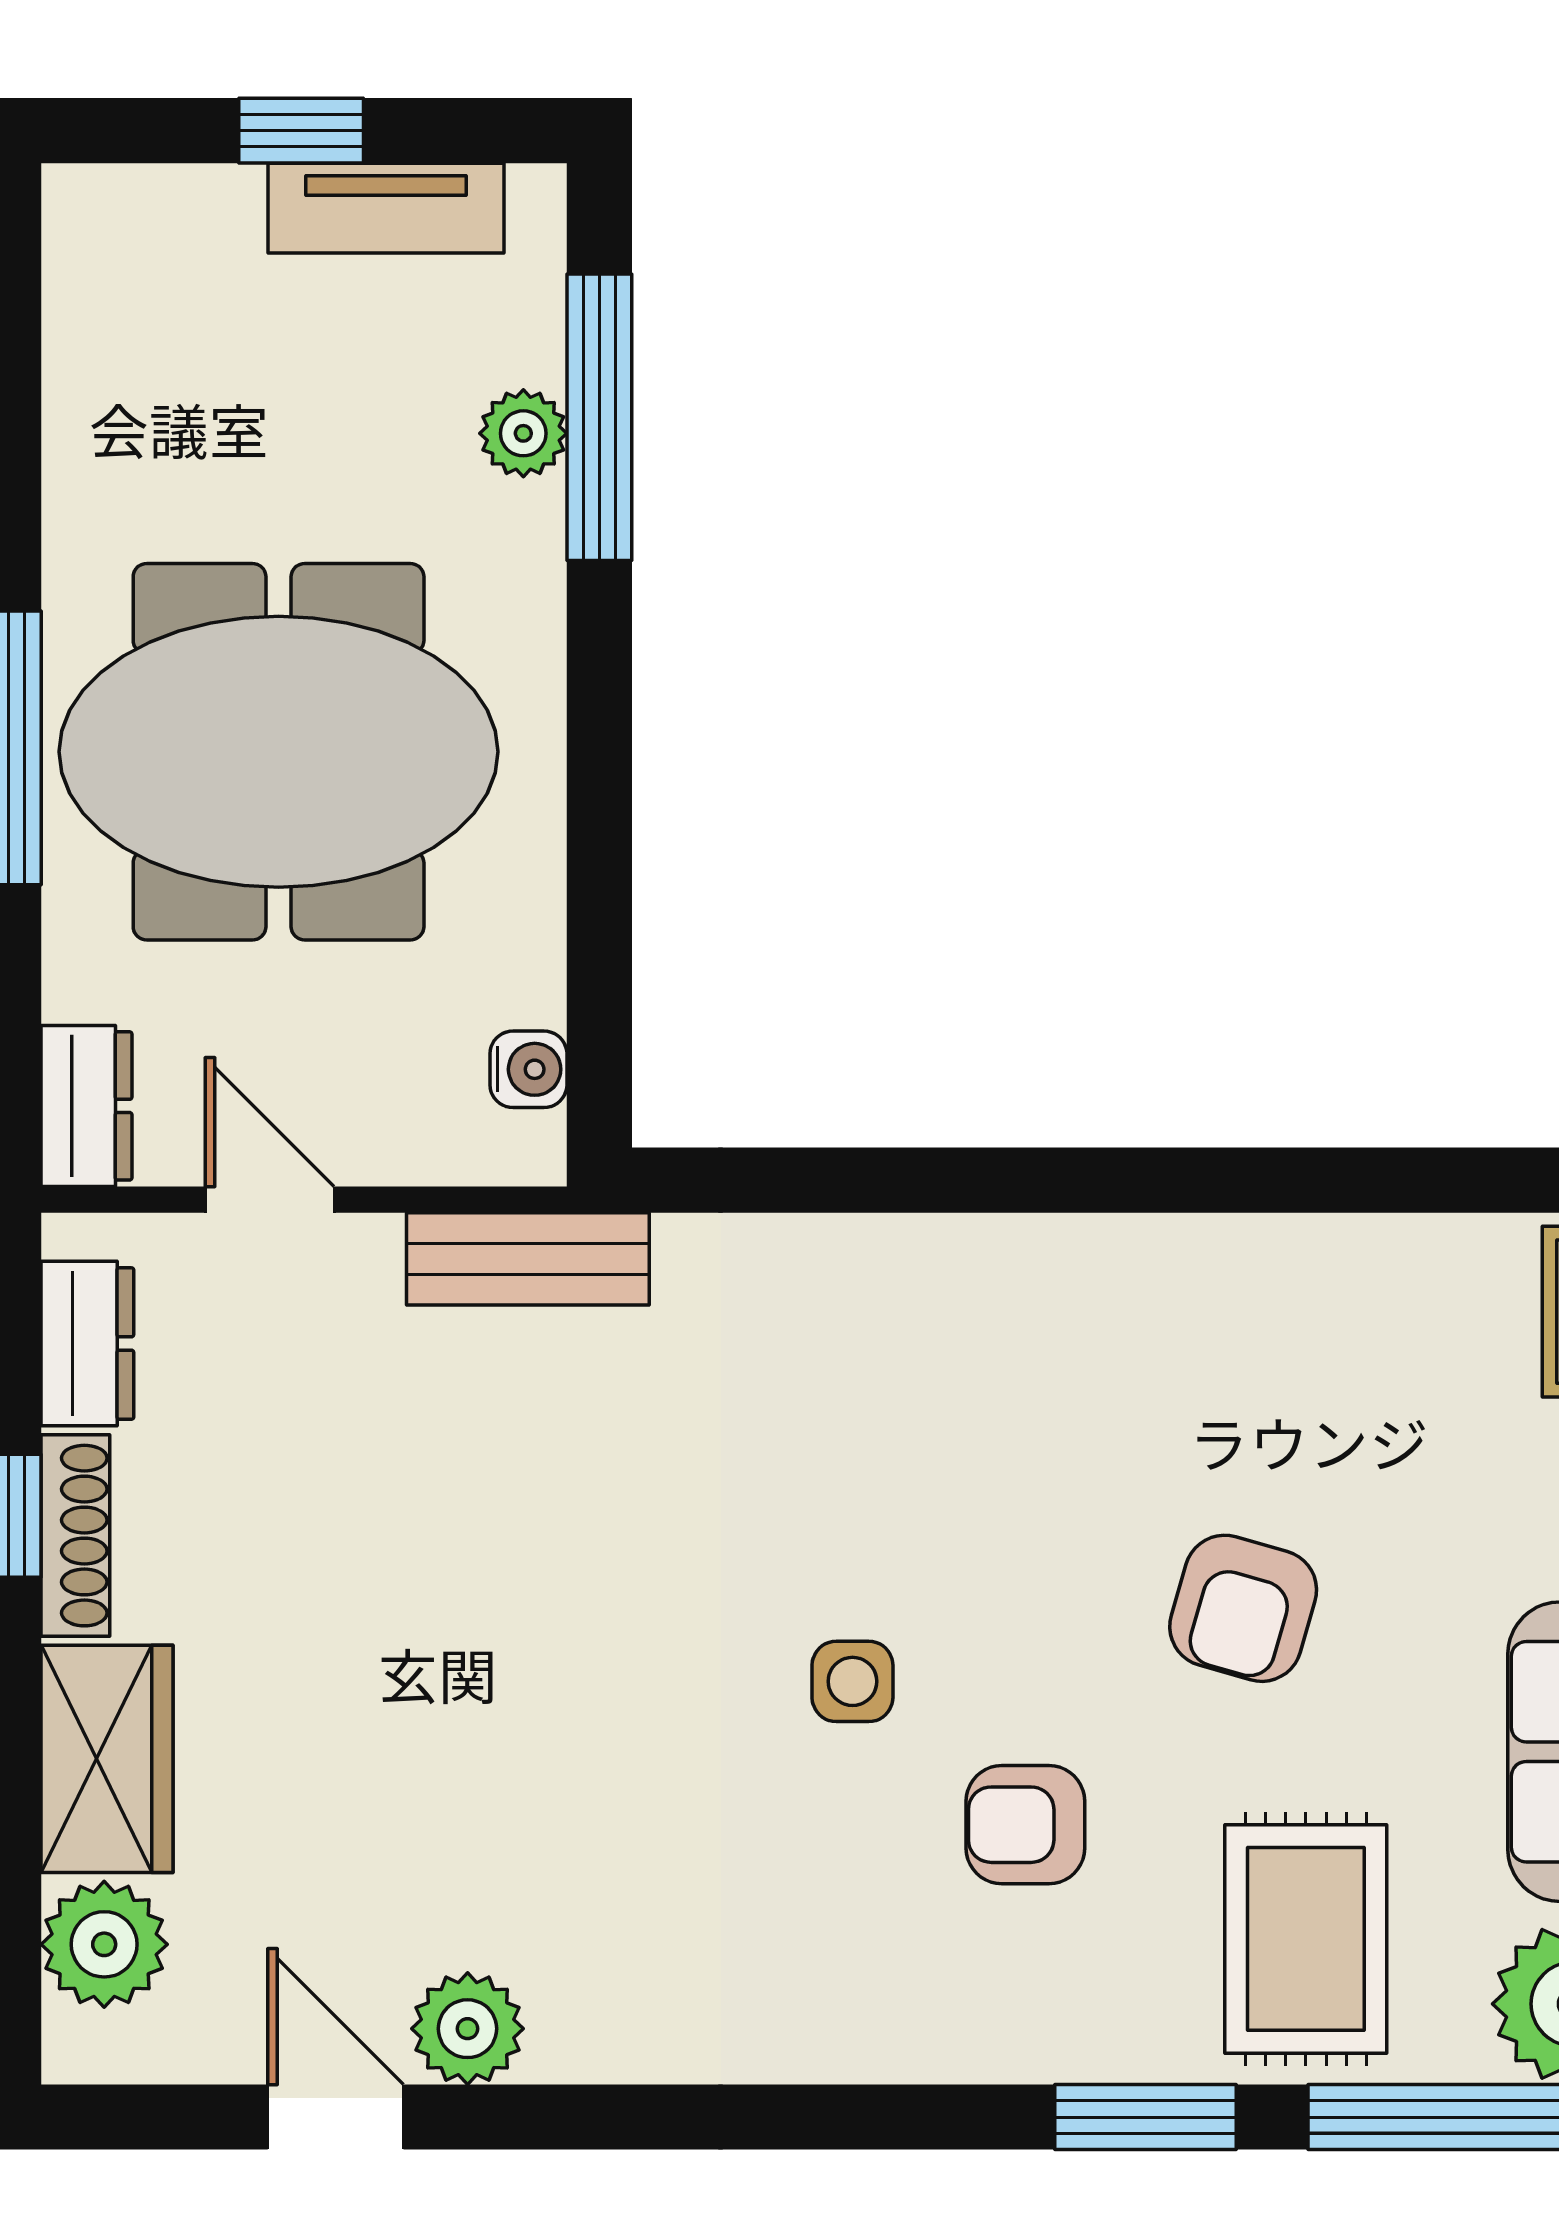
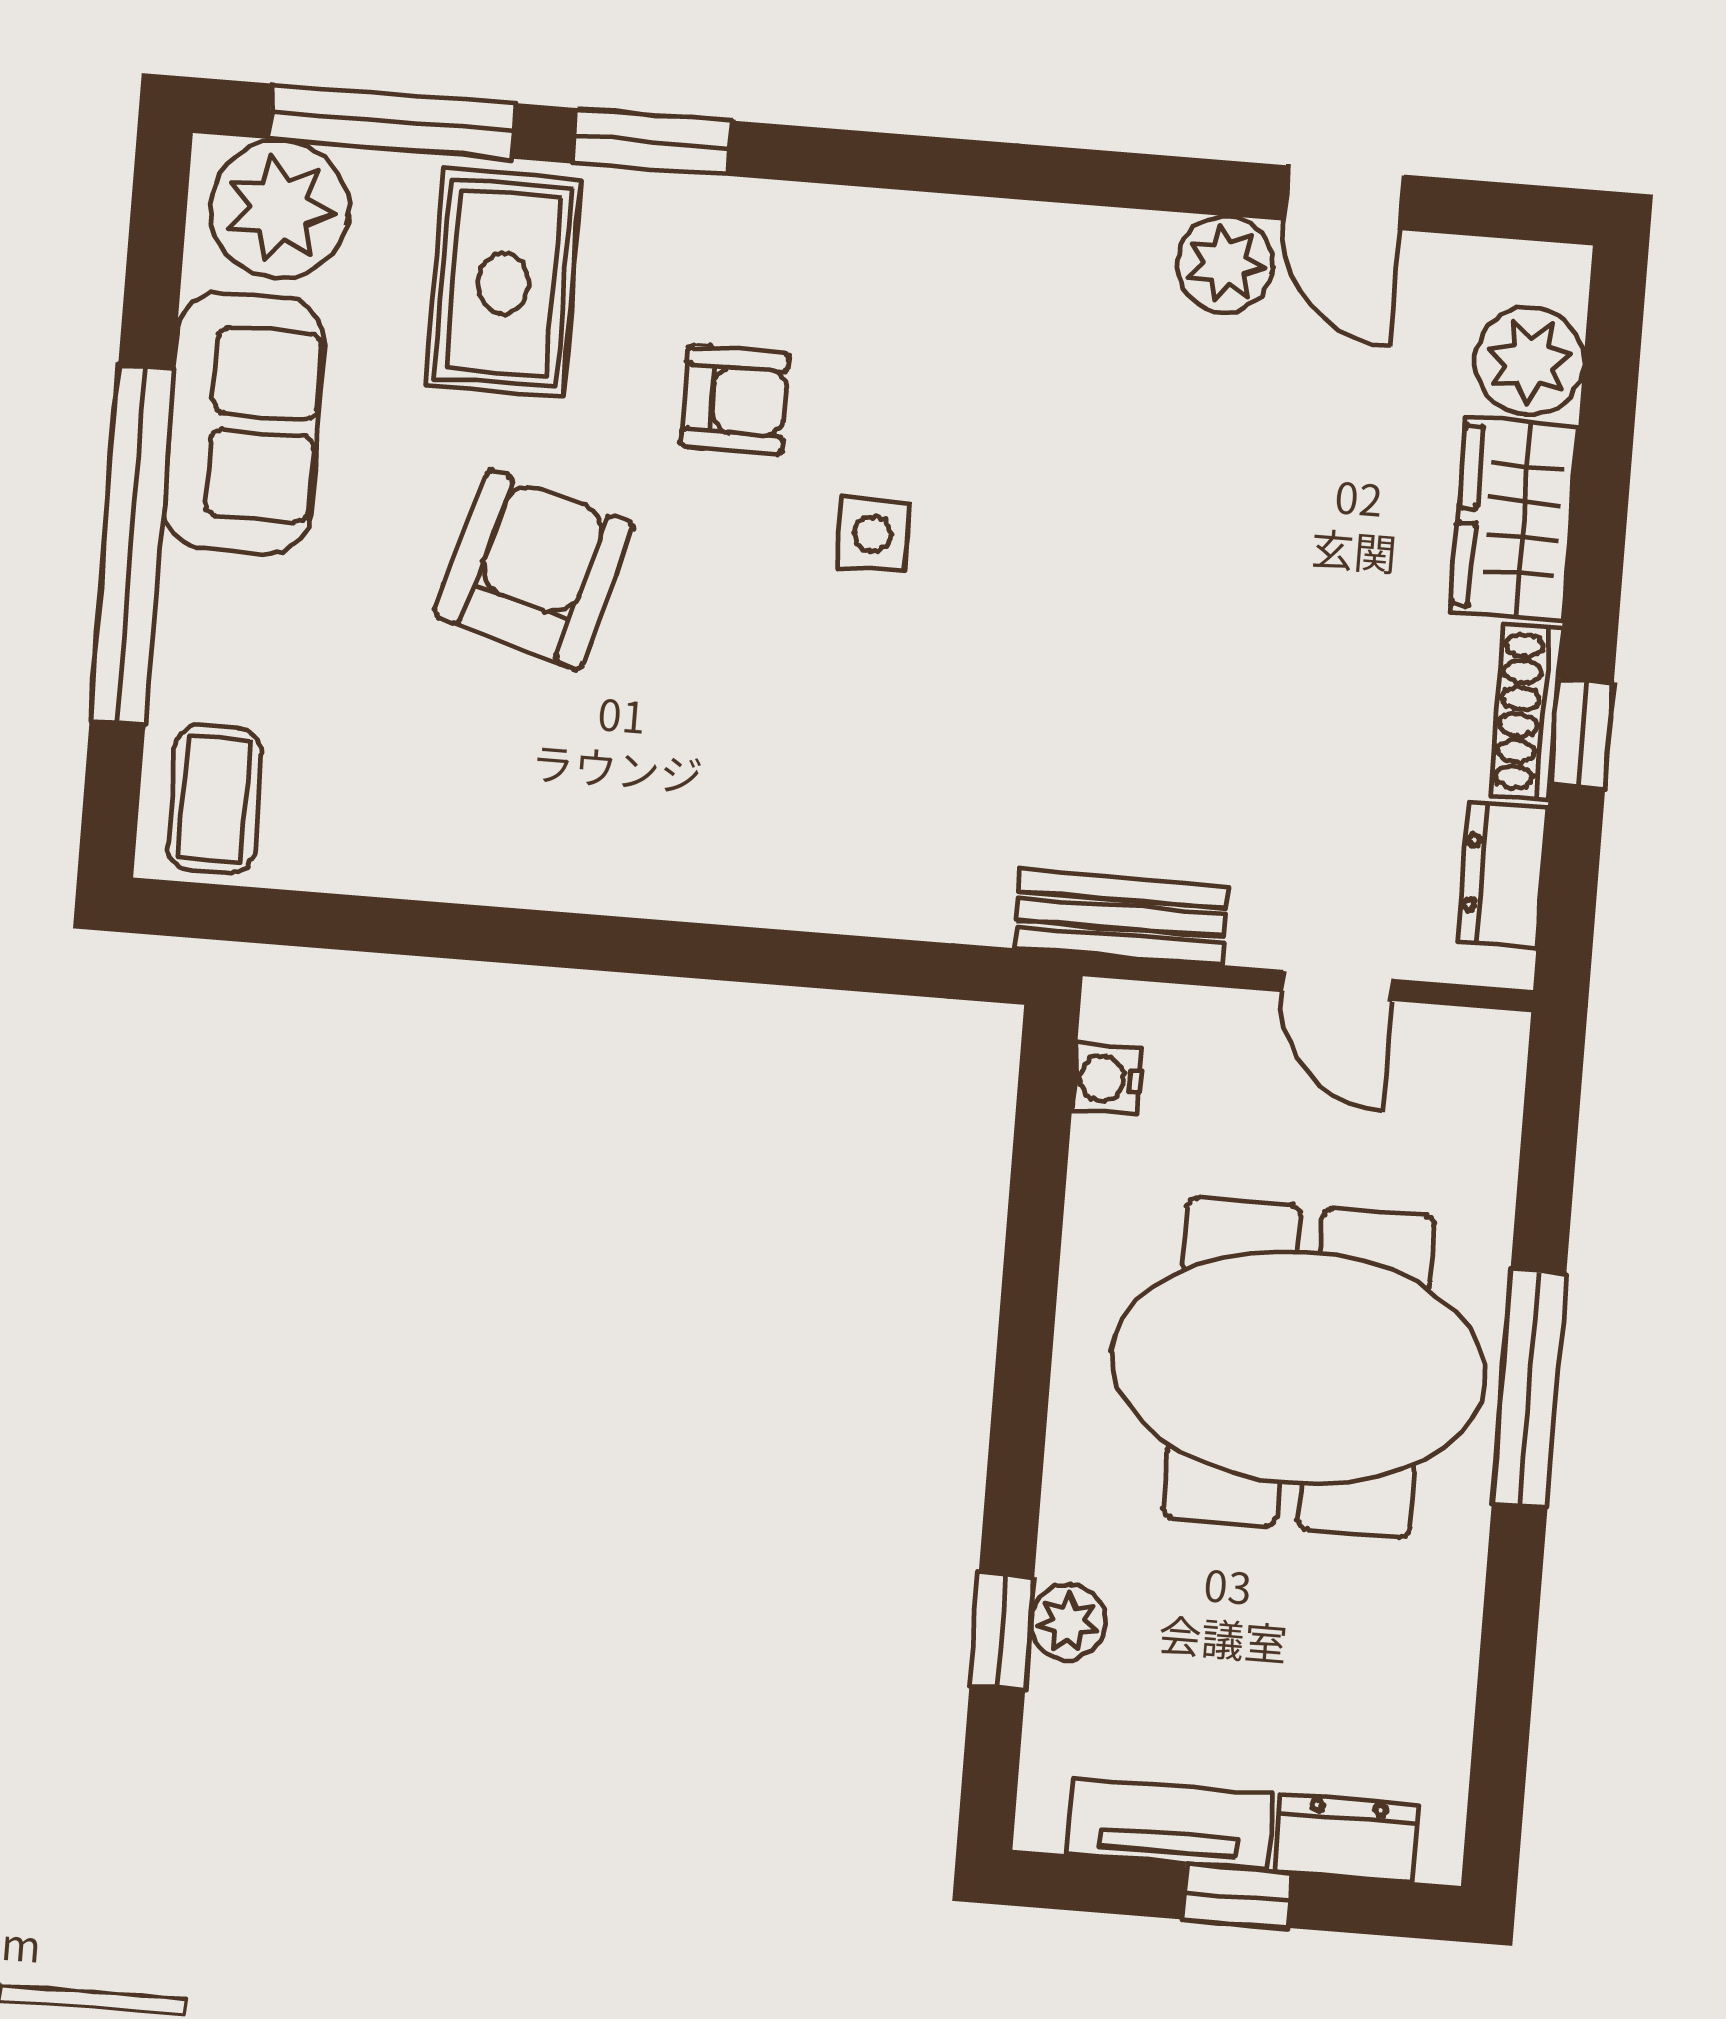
window: (599, 417) -> (1002, 1631), width x0.46
dresser: (86, 1106) -> (1347, 1838), moved, turned 90
armchair: (1243, 1608) -> (534, 570), width x1.38, depth x1.38

